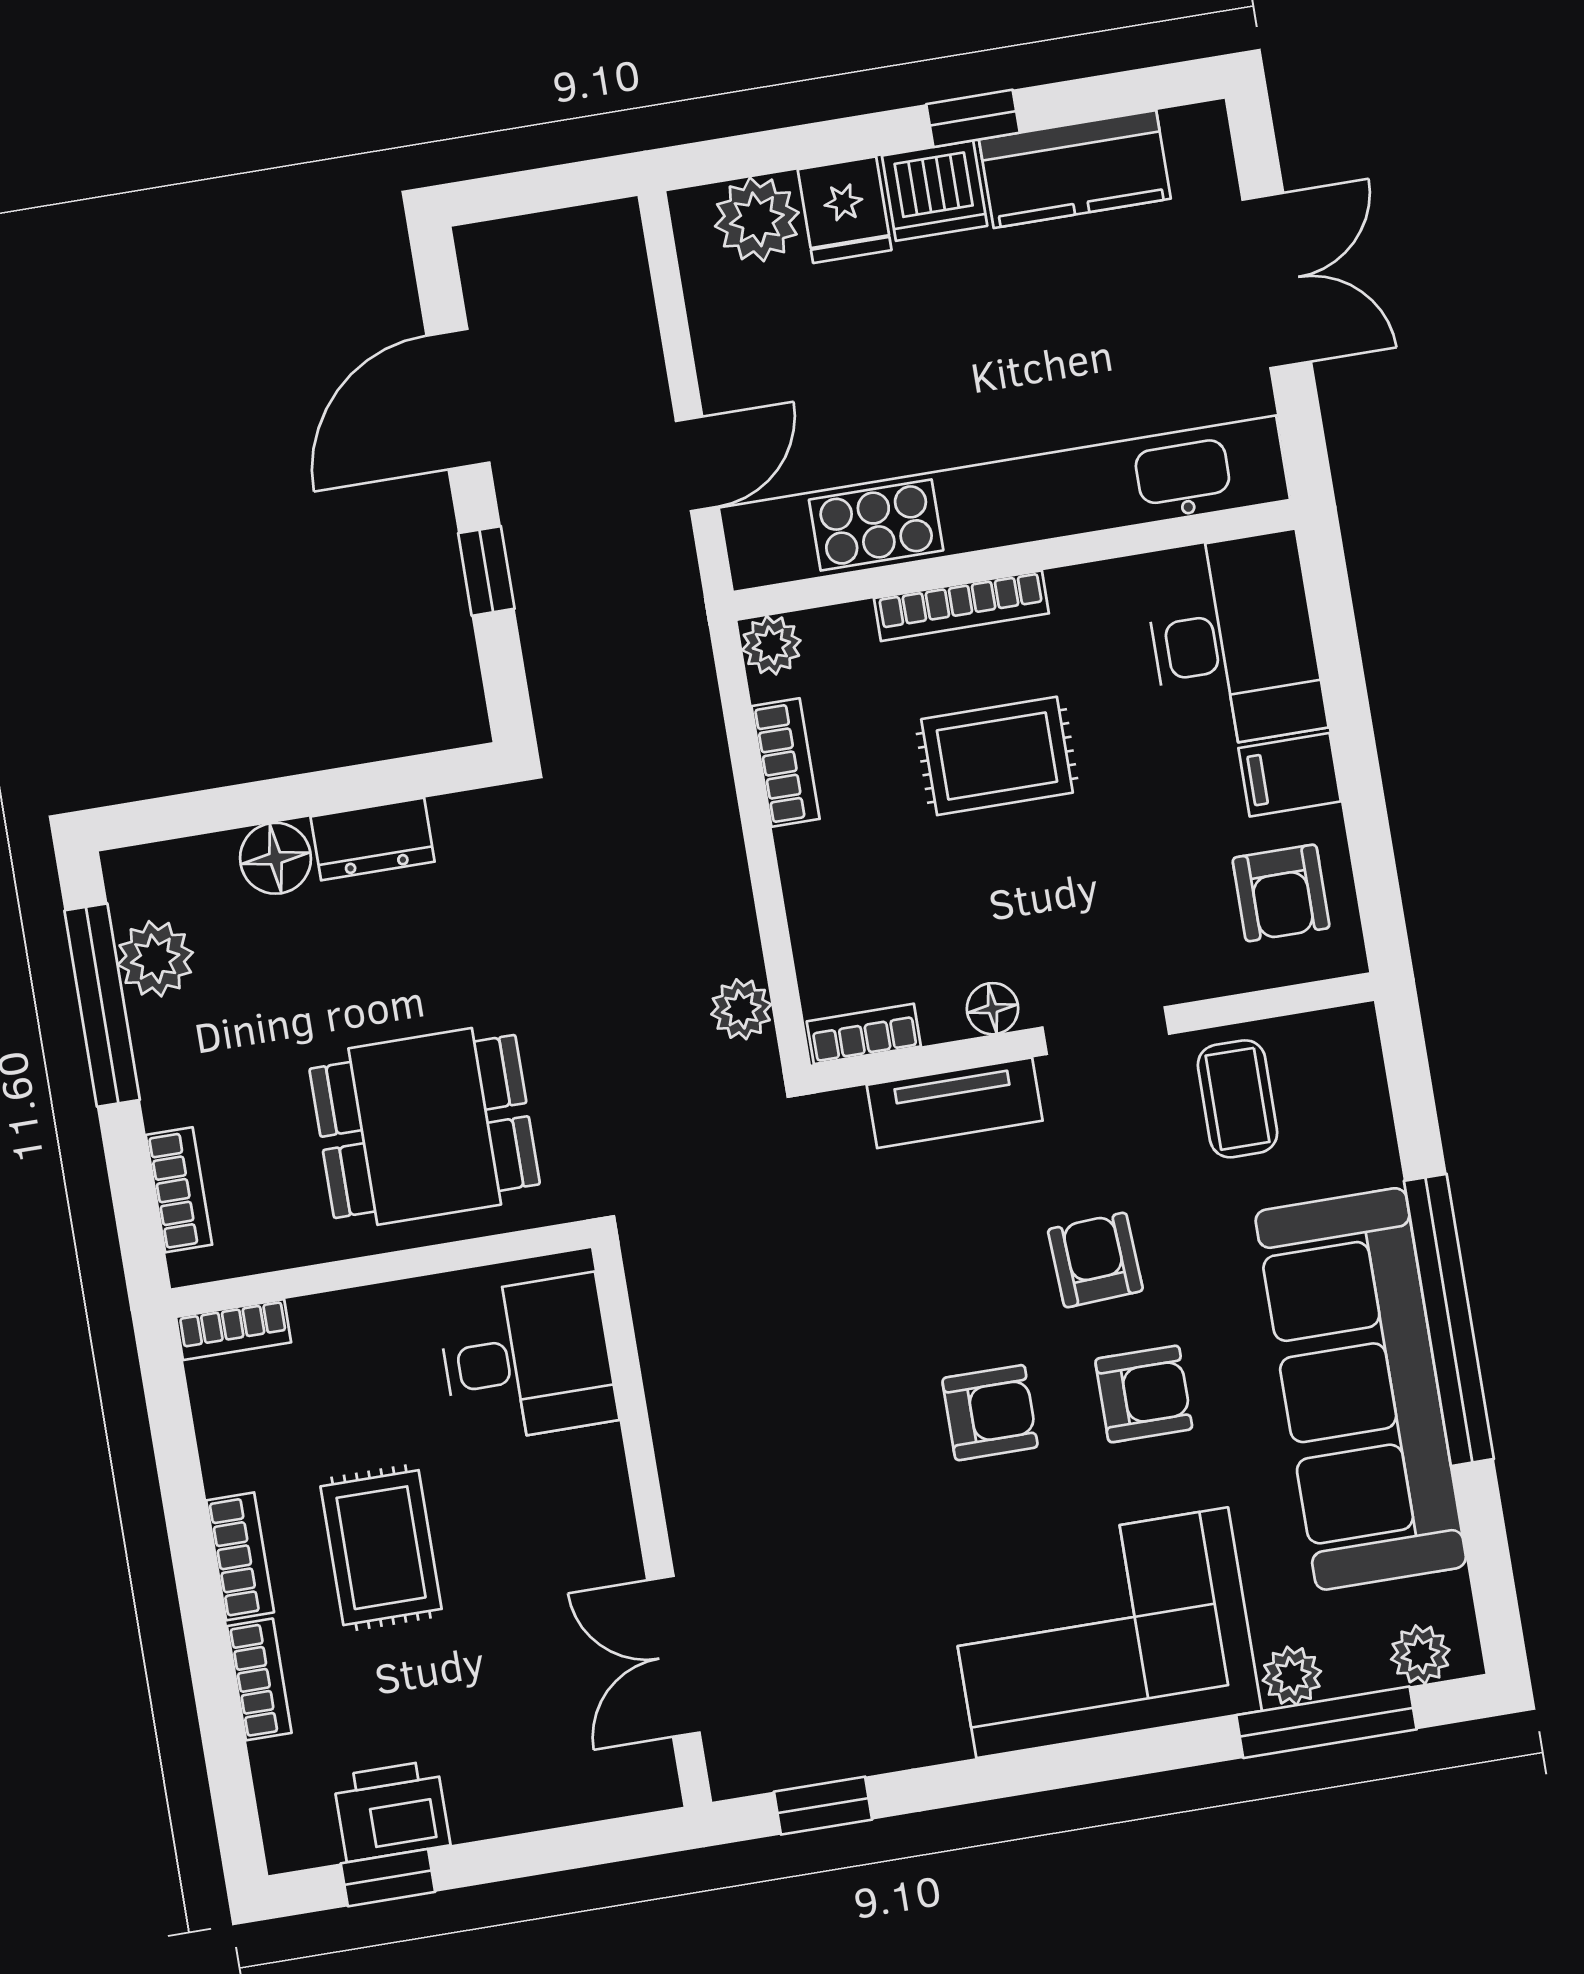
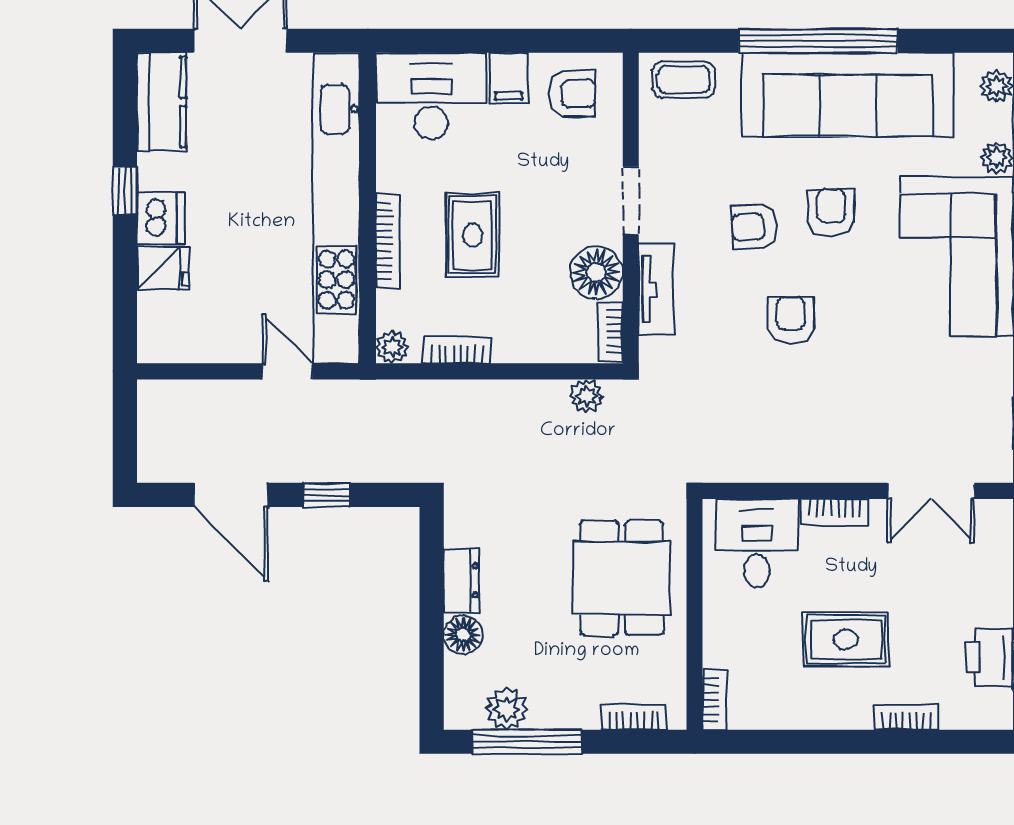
kitchen counter: (1075, 169) -> (162, 102), moved
plant: (757, 219) -> (160, 317), removed
floor lamp: (993, 1009) -> (596, 272), width x1.89, depth x1.89
coffee table: (1238, 1099) -> (684, 80), moved
armchair: (990, 1413) -> (791, 320), moved
bookcase: (240, 1556) -> (835, 512), moved, turned 180

